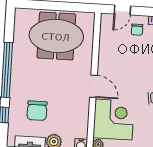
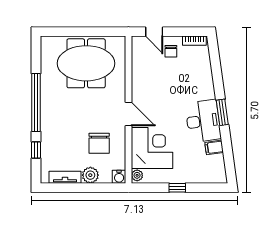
door: (122, 10) -> (154, 32), hinge flipped
chair: (37, 111) -> (99, 143), moved

